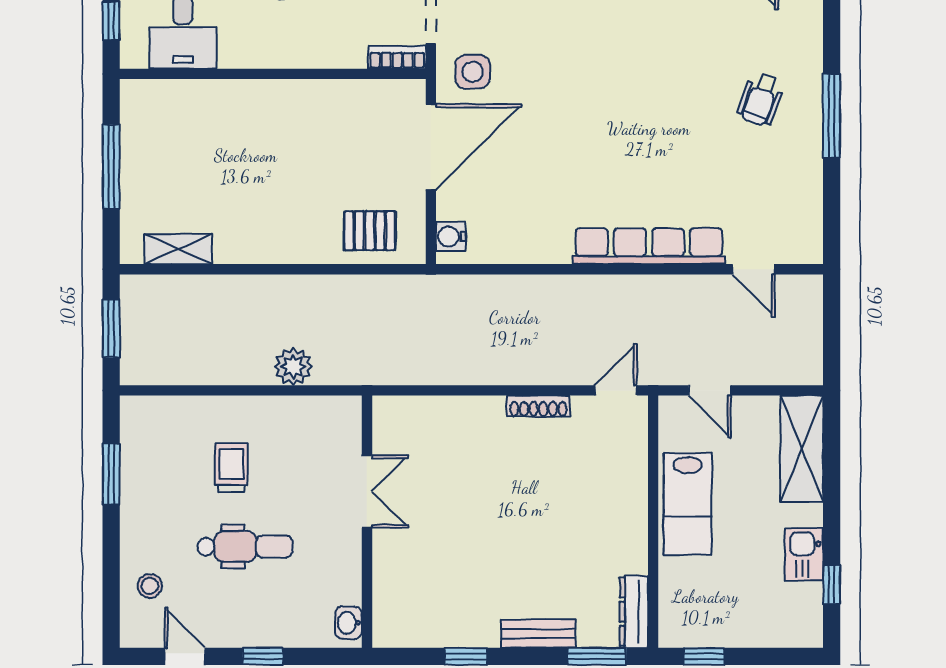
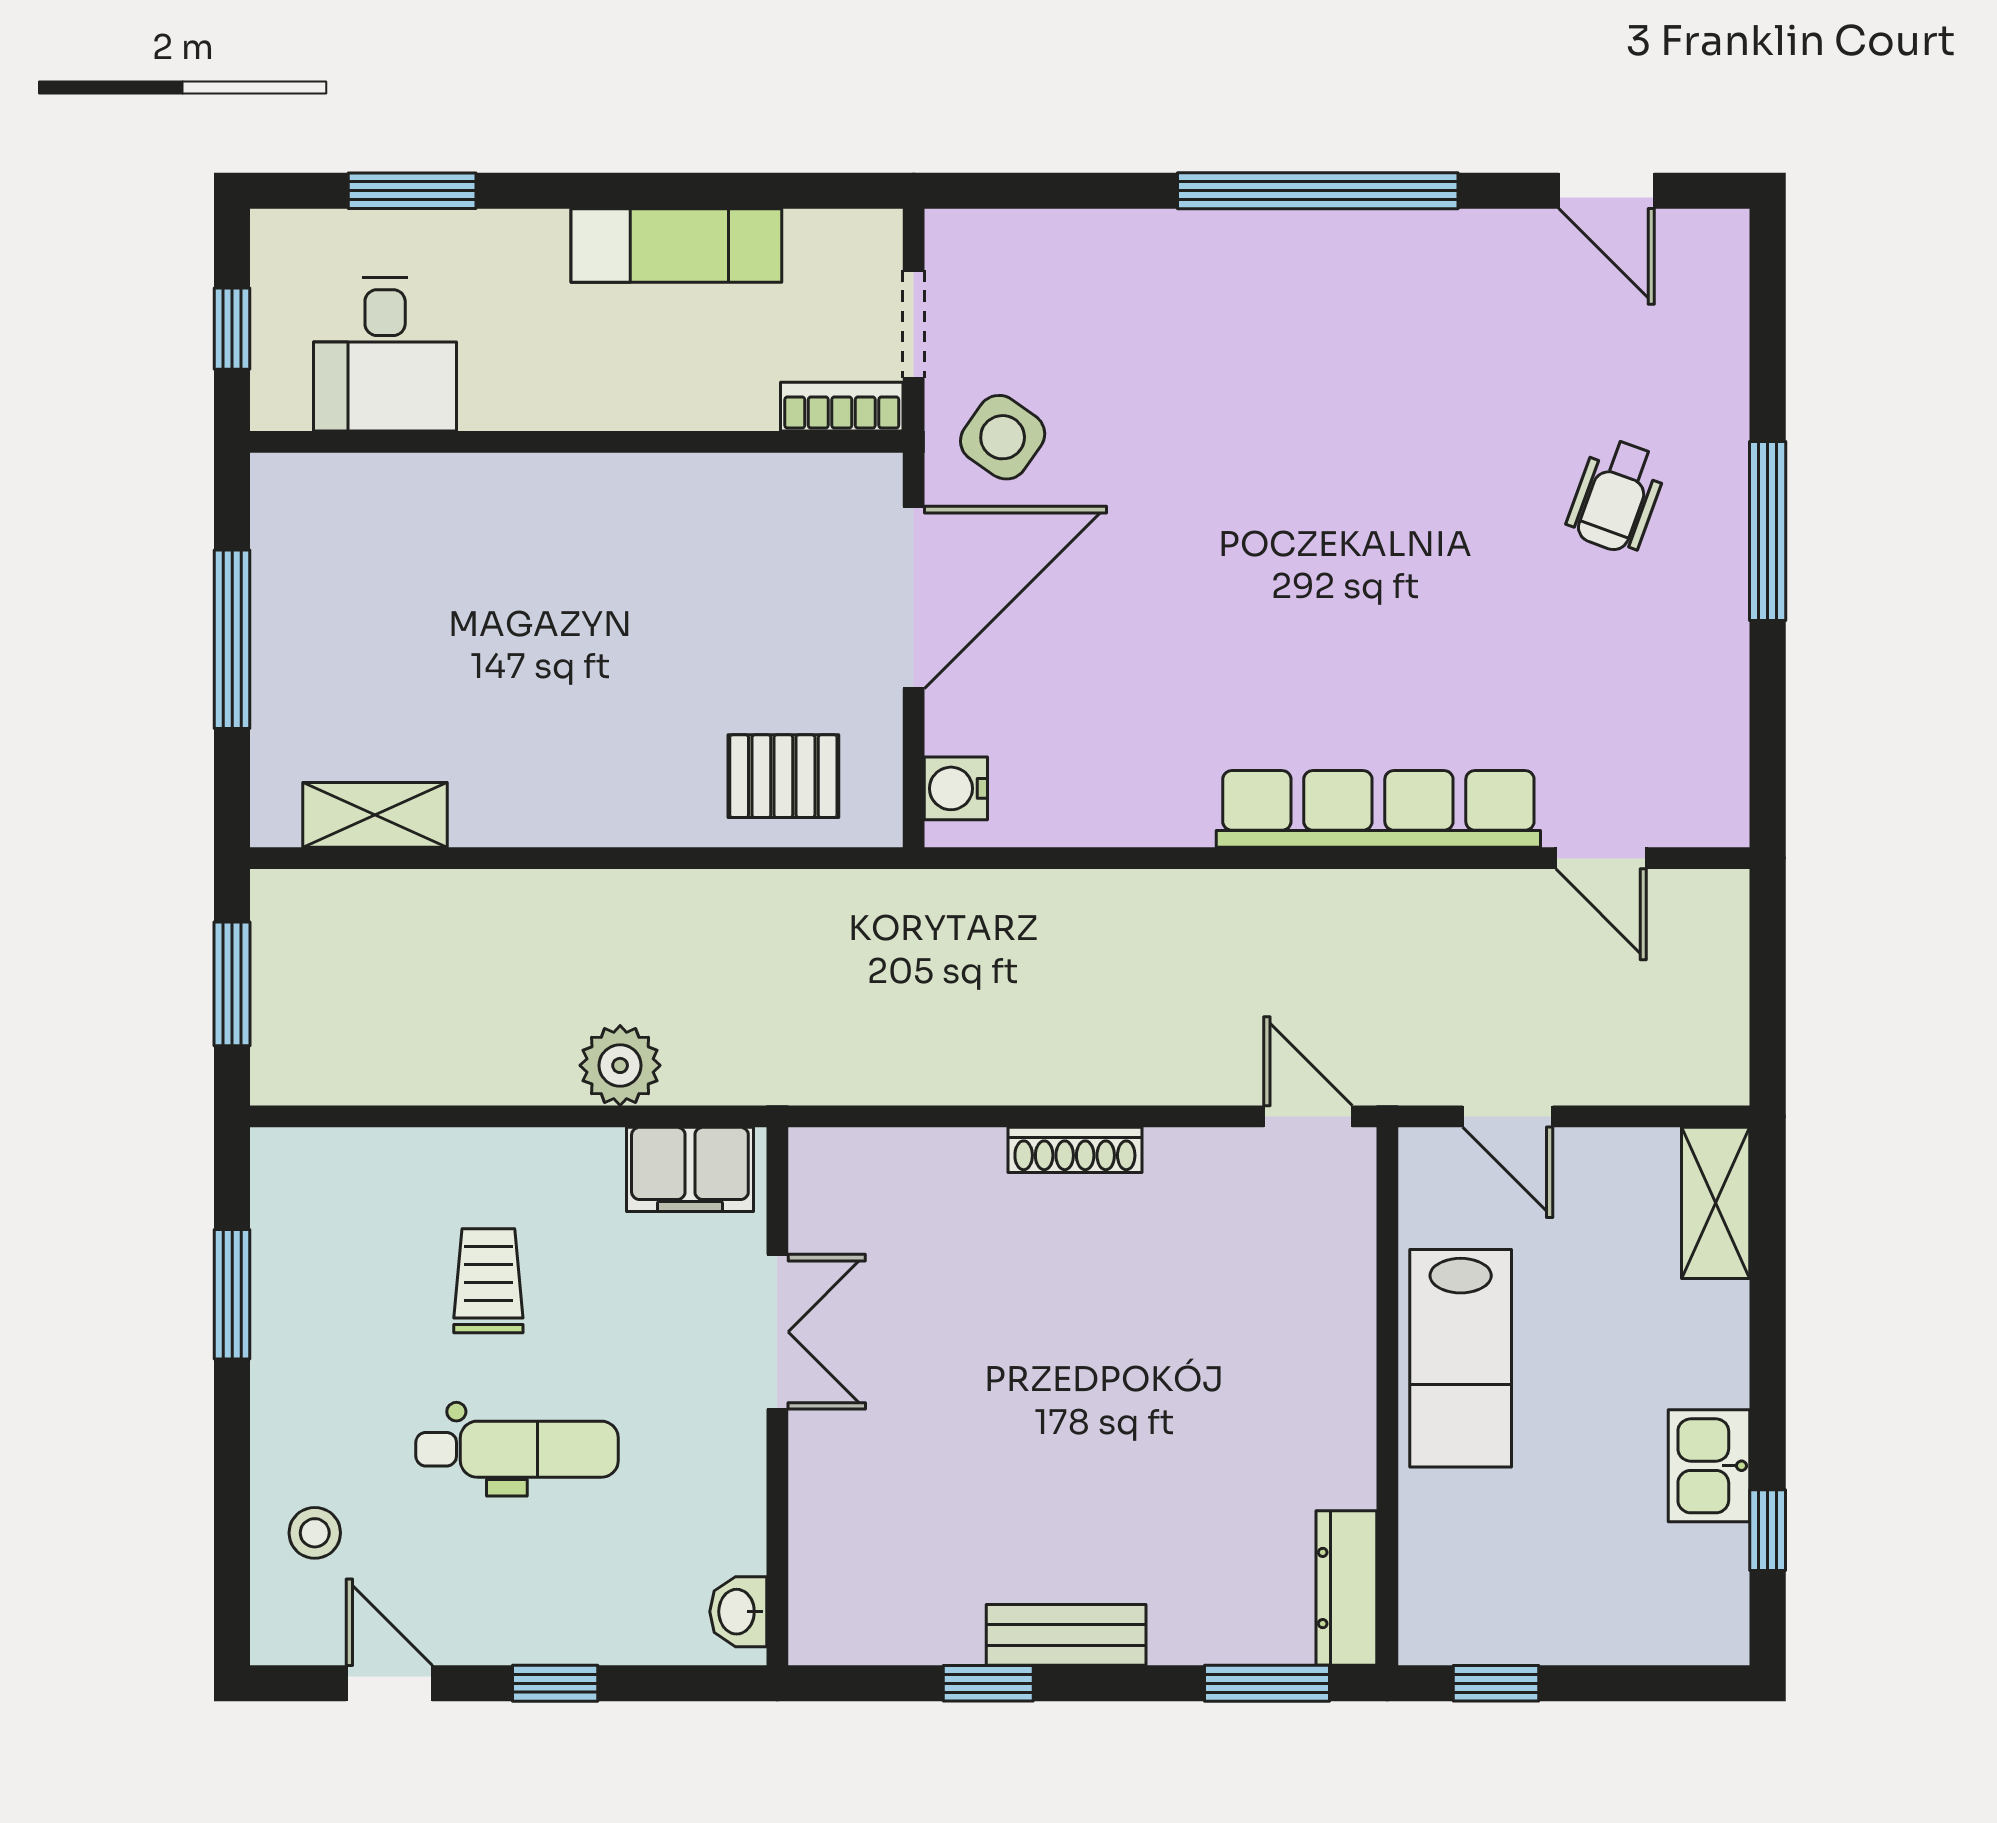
side table: (473, 72) -> (1003, 437), turned 35
door: (616, 390) -> (1308, 1116), hinge flipped
shoe rack: (538, 406) -> (1075, 1150), moved
filing cabinet: (326, 415) -> (690, 1169), added
shelving: (802, 449) -> (1716, 1203), width x0.67, depth x0.75
bench: (538, 634) -> (1066, 1635), moved

